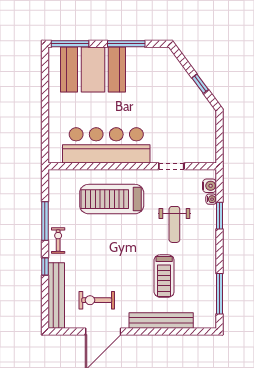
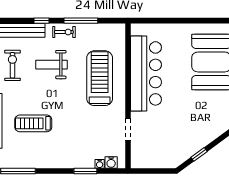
weight bench: (174, 224) -> (51, 65), moved

